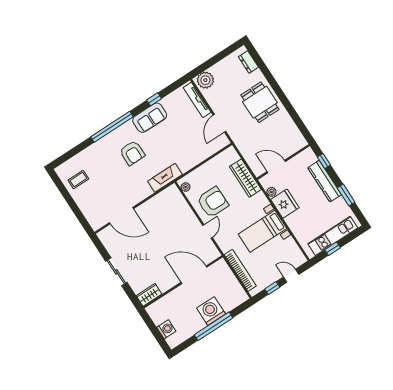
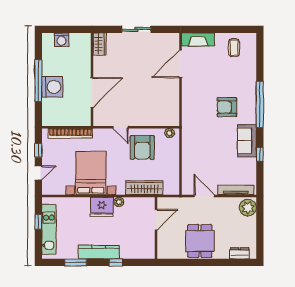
dining table: (260, 102) -> (200, 241), turned 90
wall: (283, 162) -> (156, 228), moved
door: (276, 167) -> (156, 220), moved
fireplace: (165, 178) -> (198, 39), moved, turned 90
bed with nightstands: (262, 231) -> (91, 173), width x1.36

